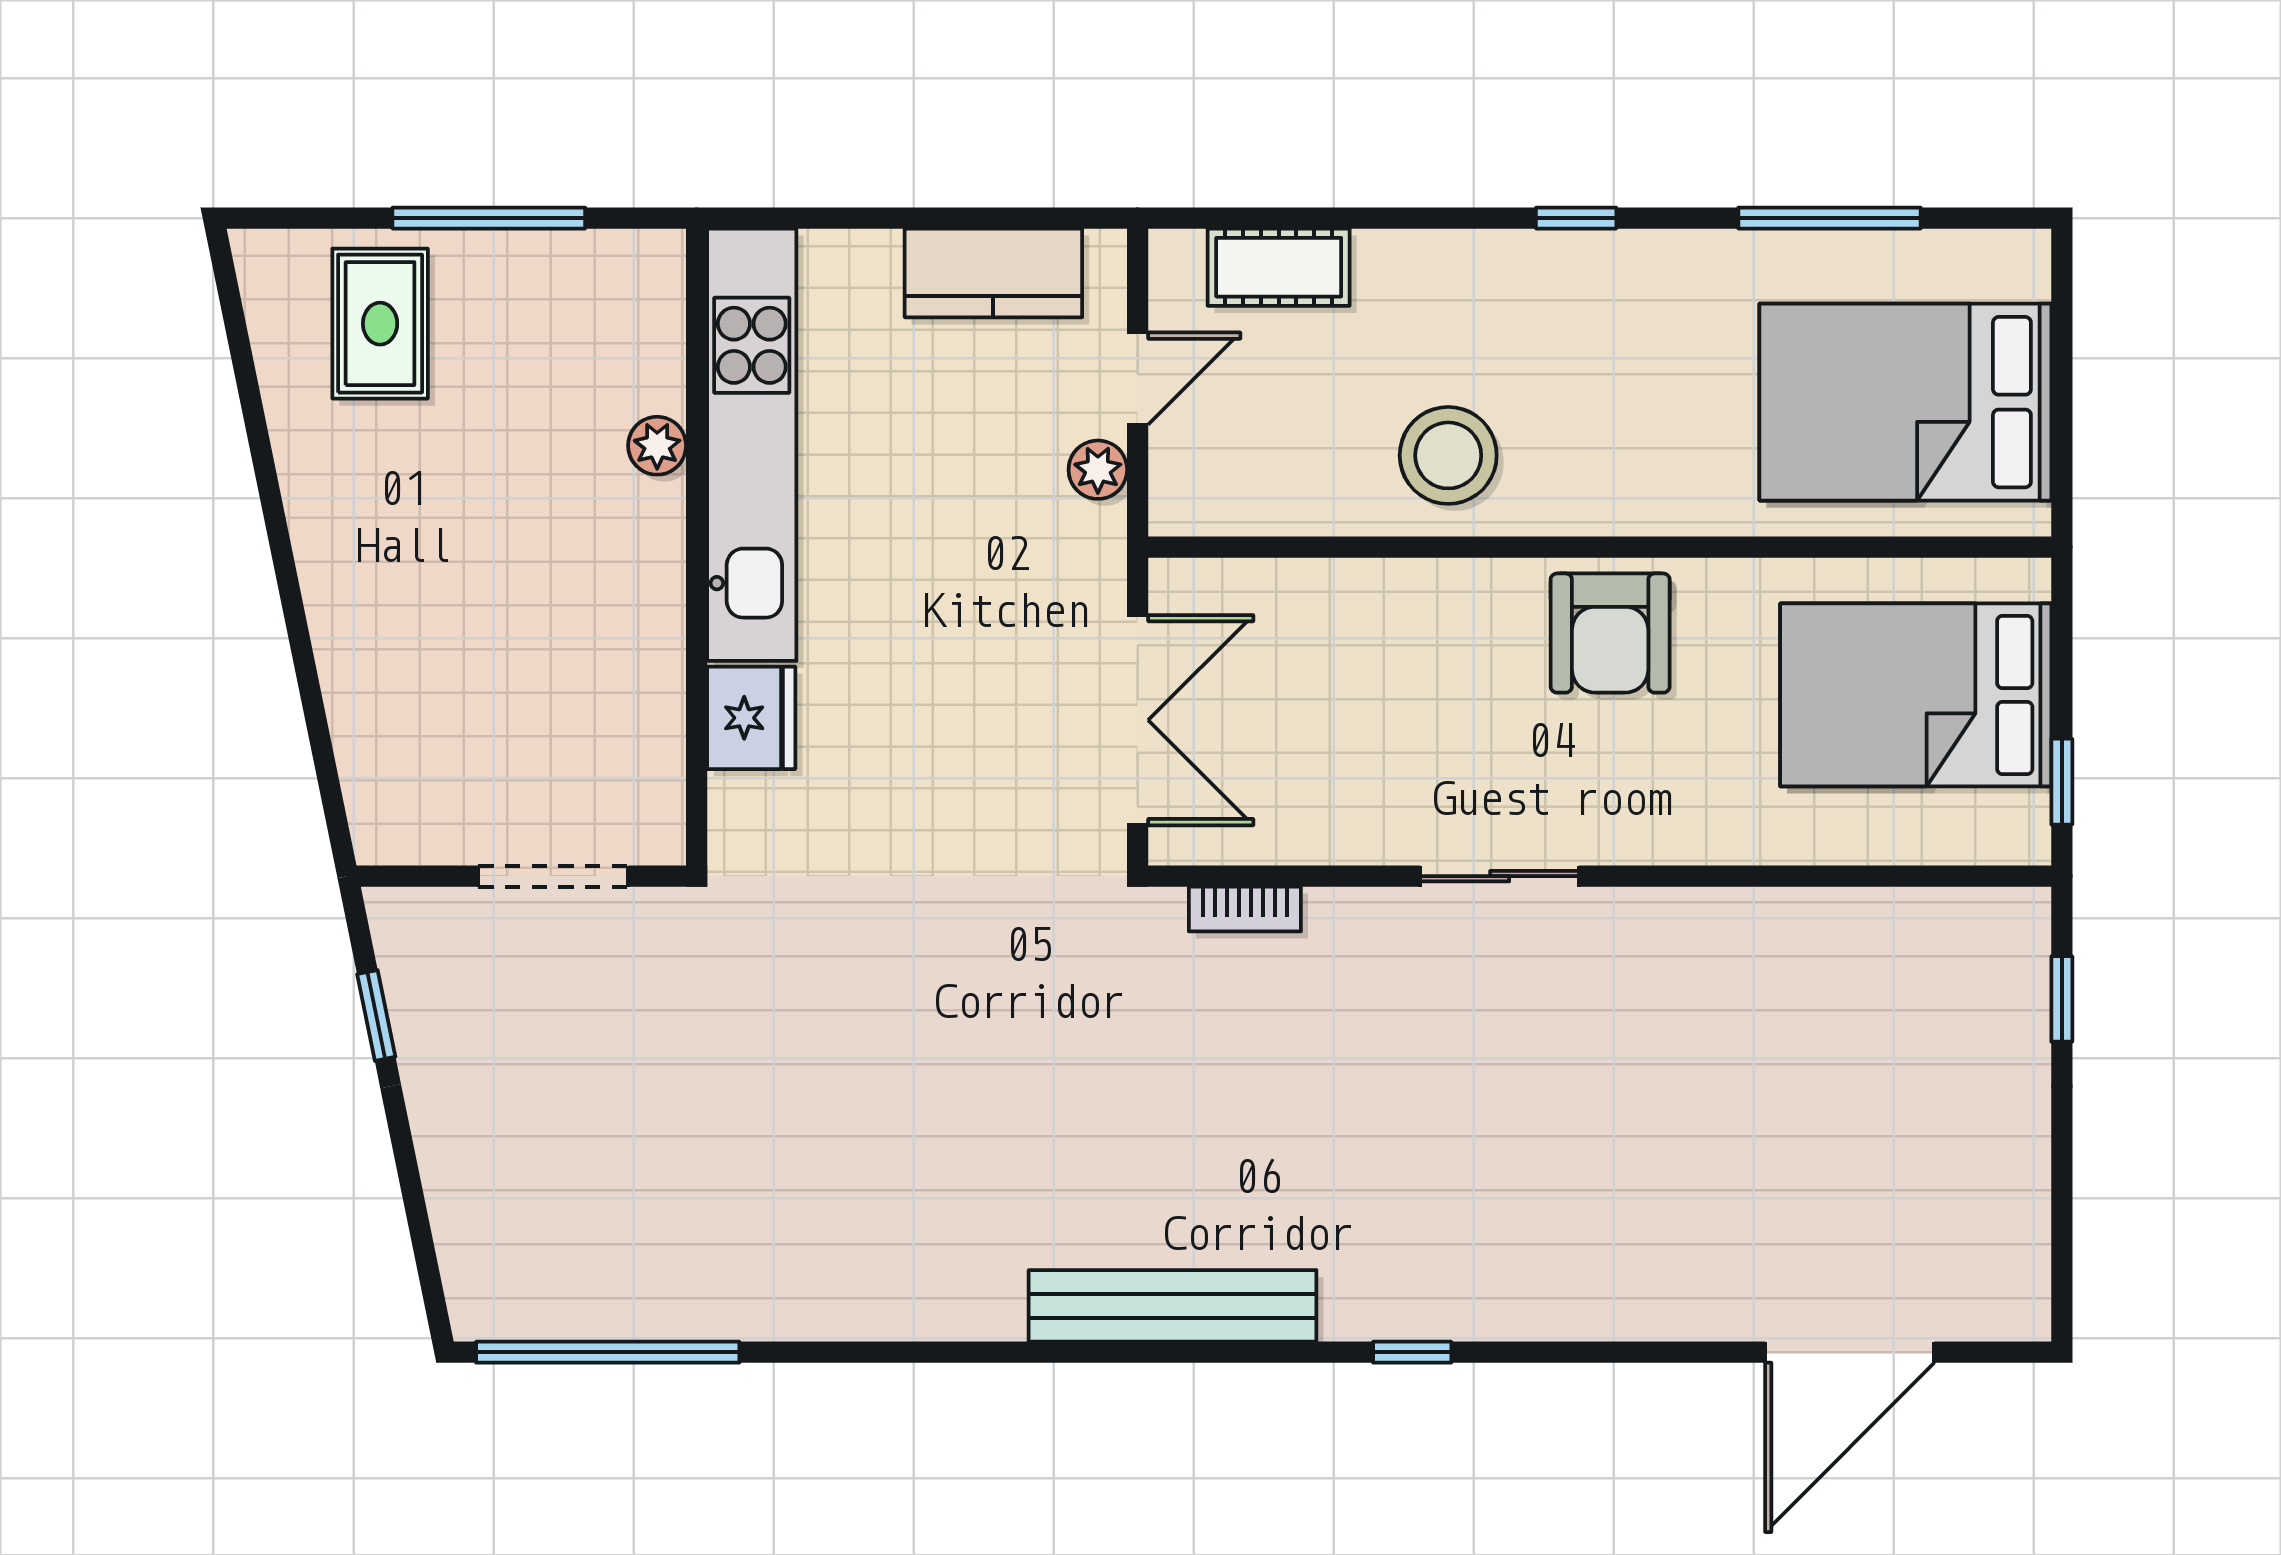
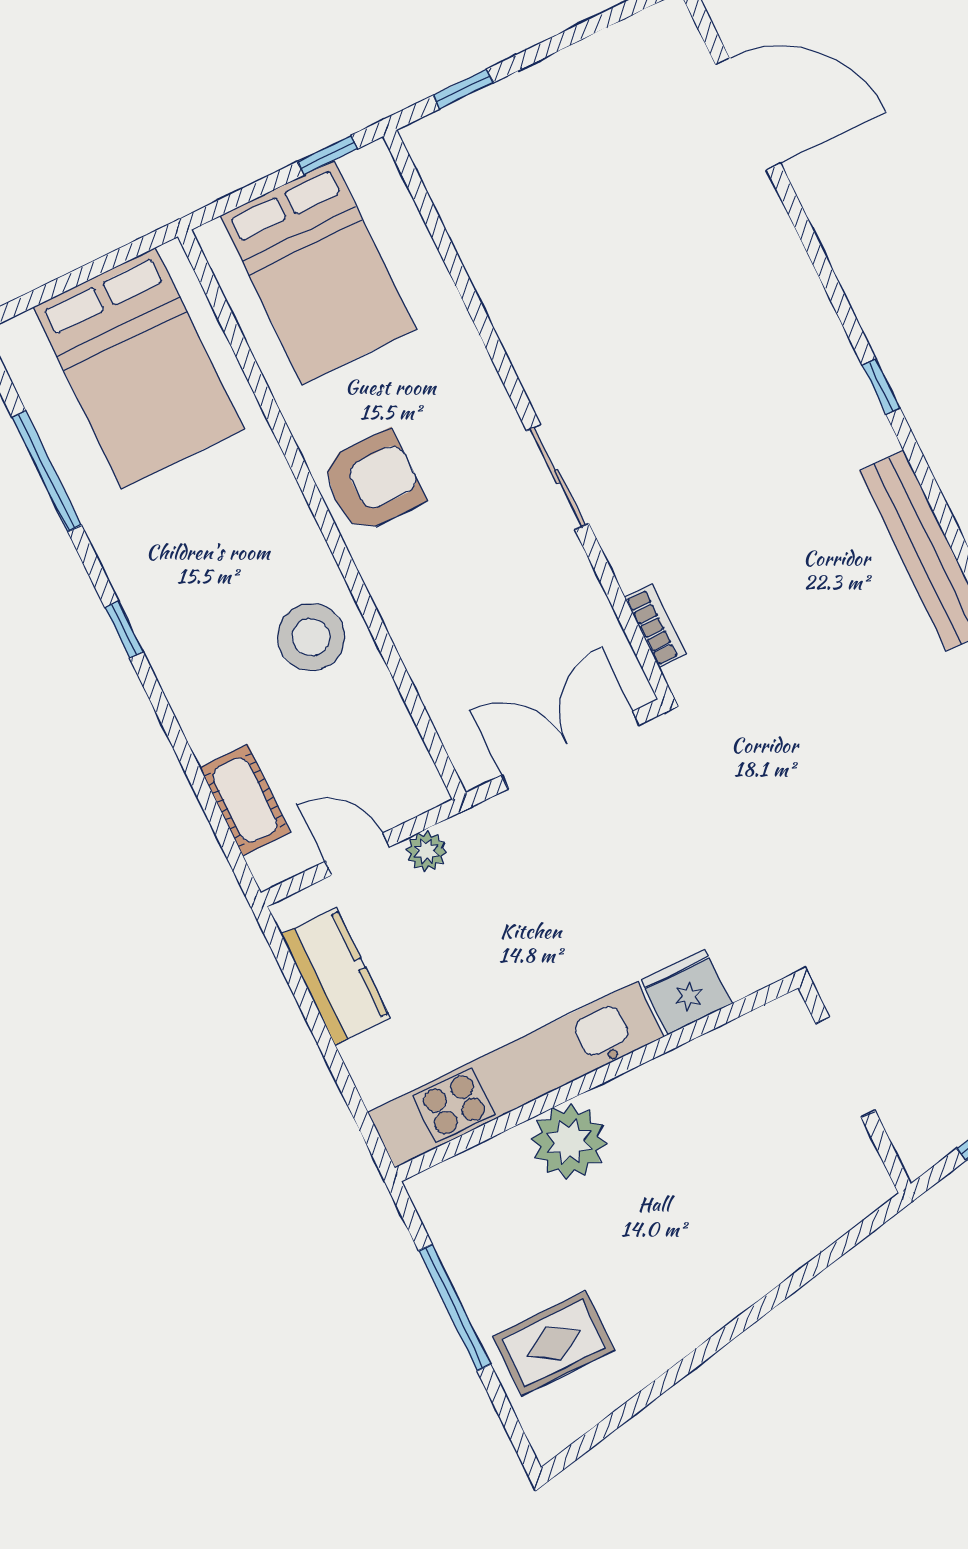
plant: (657, 446) -> (569, 1141), width x1.87, depth x1.87

